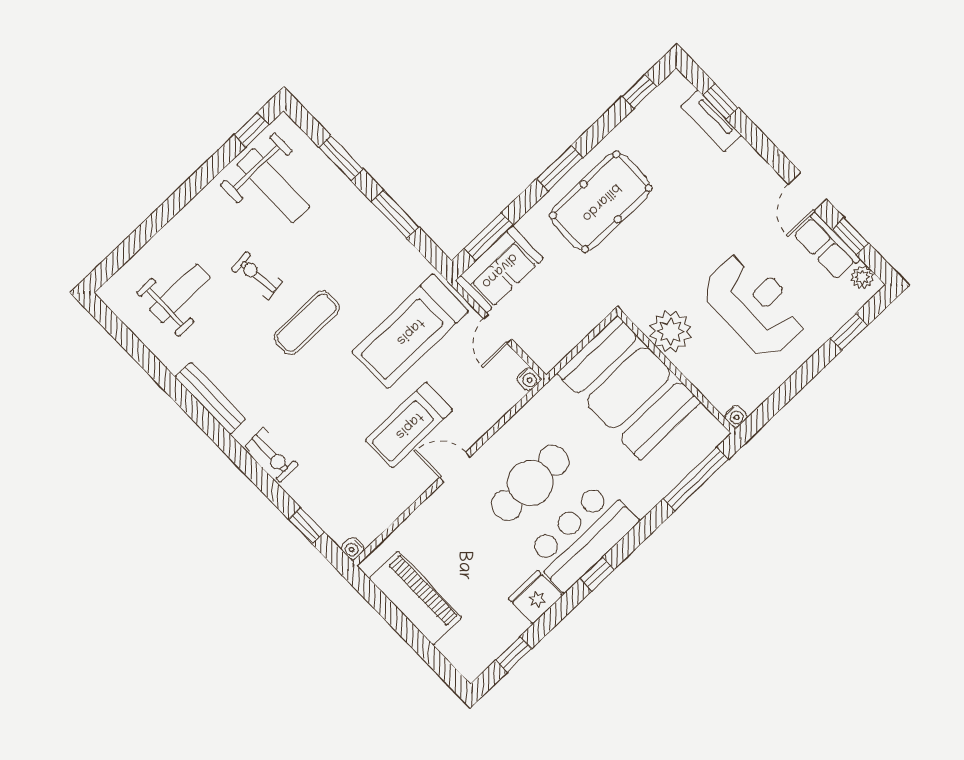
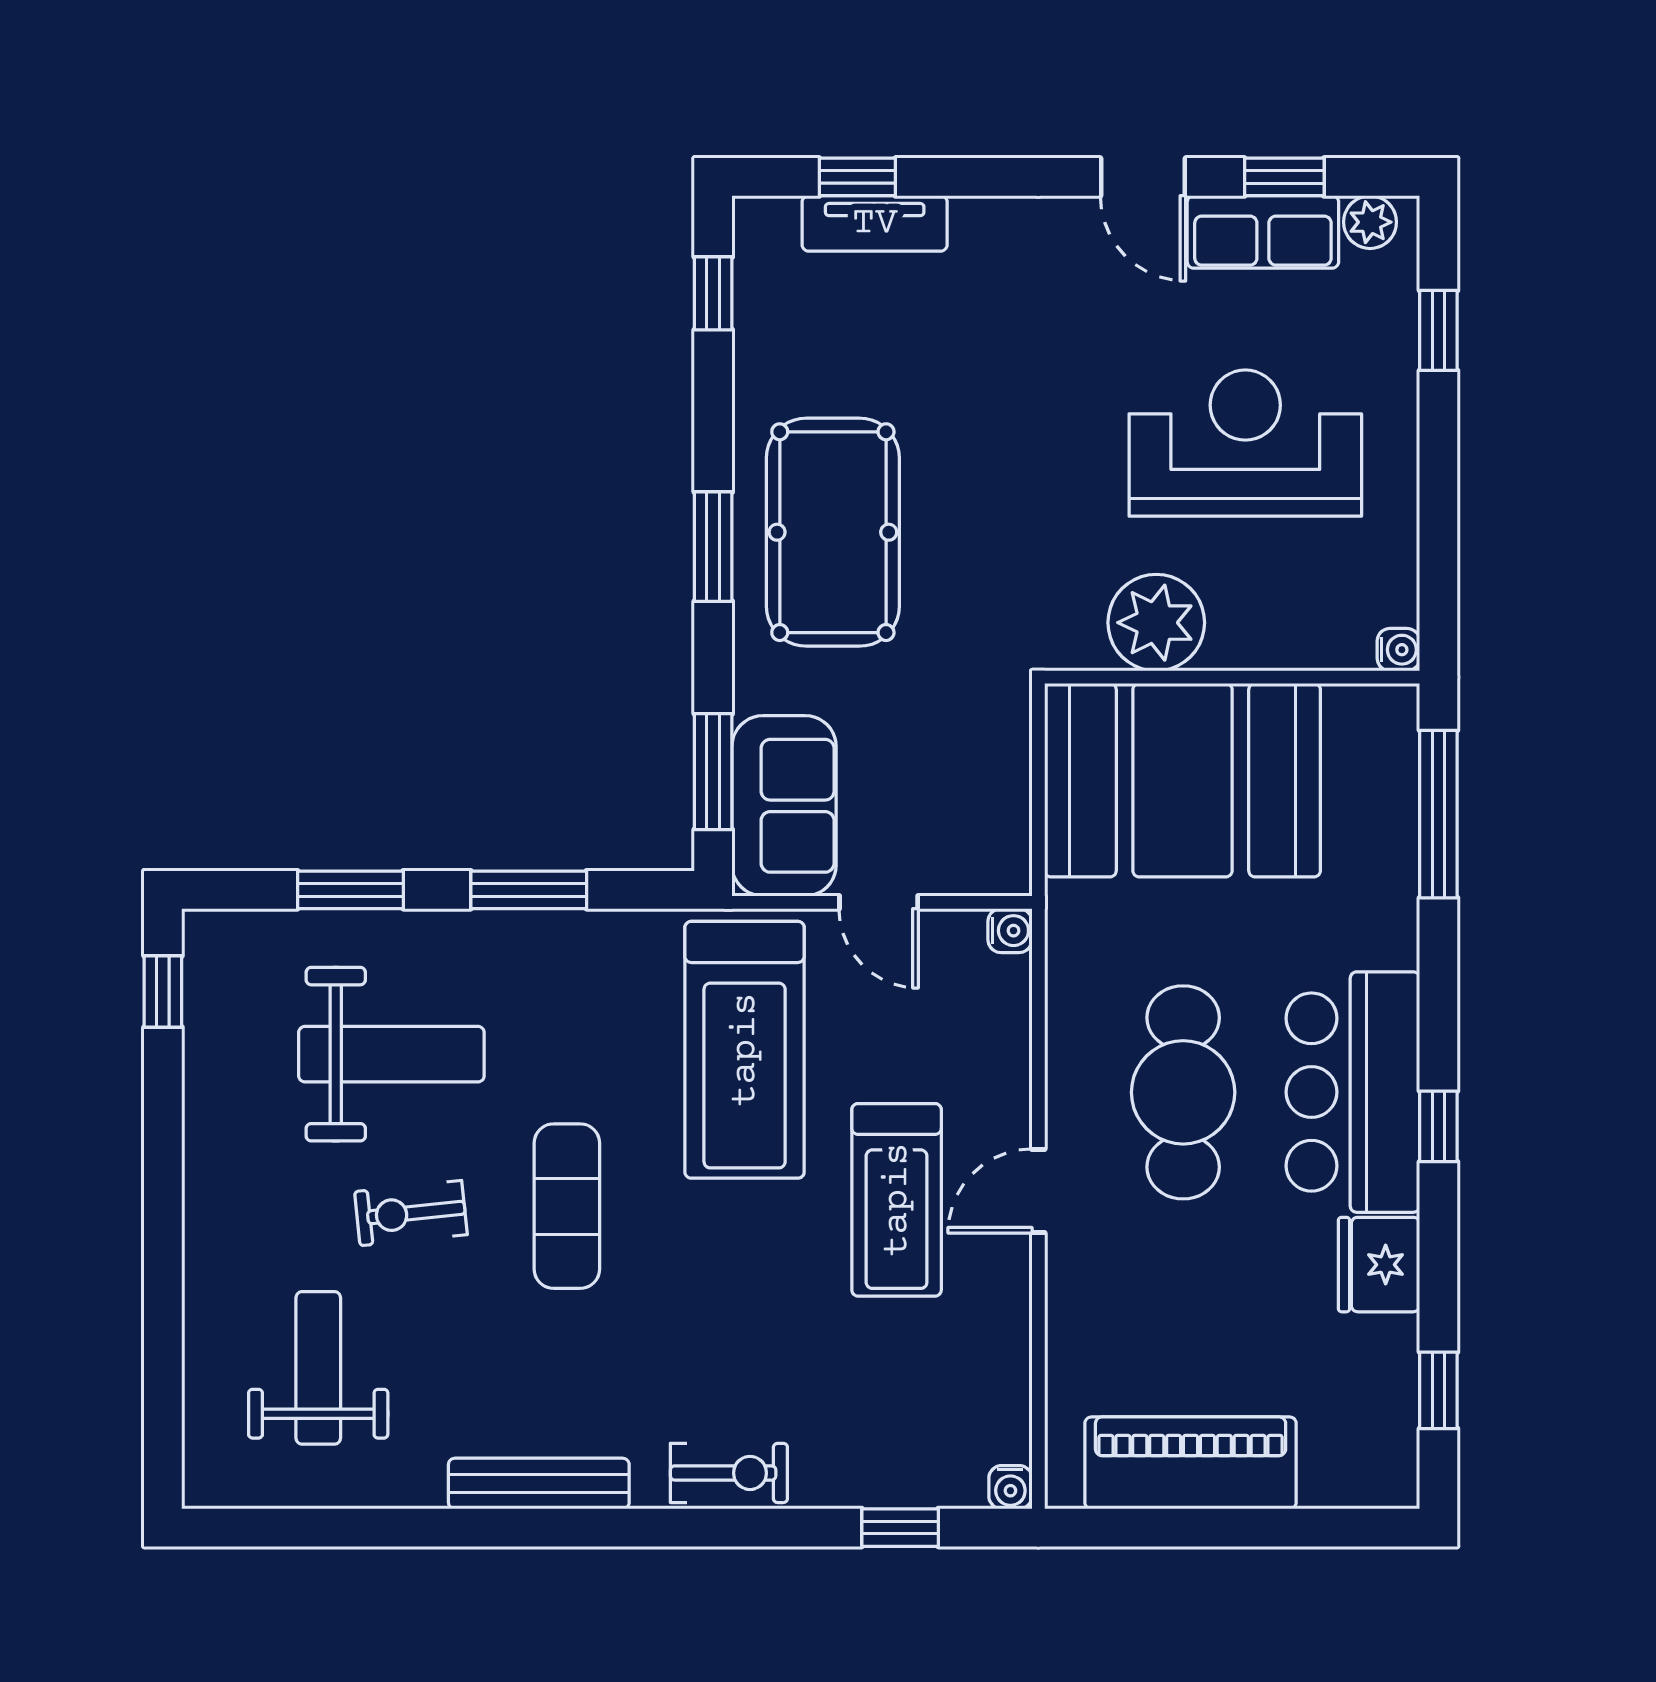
weight bench: (273, 186) -> (391, 1054), moved

